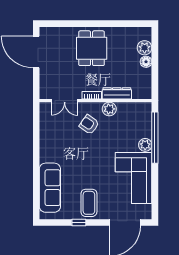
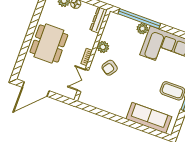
dining table: (92, 48) -> (49, 43), width x1.38
dresser: (117, 93) -> (98, 20), moved
double door: (65, 101) -> (83, 80), swing flipped

